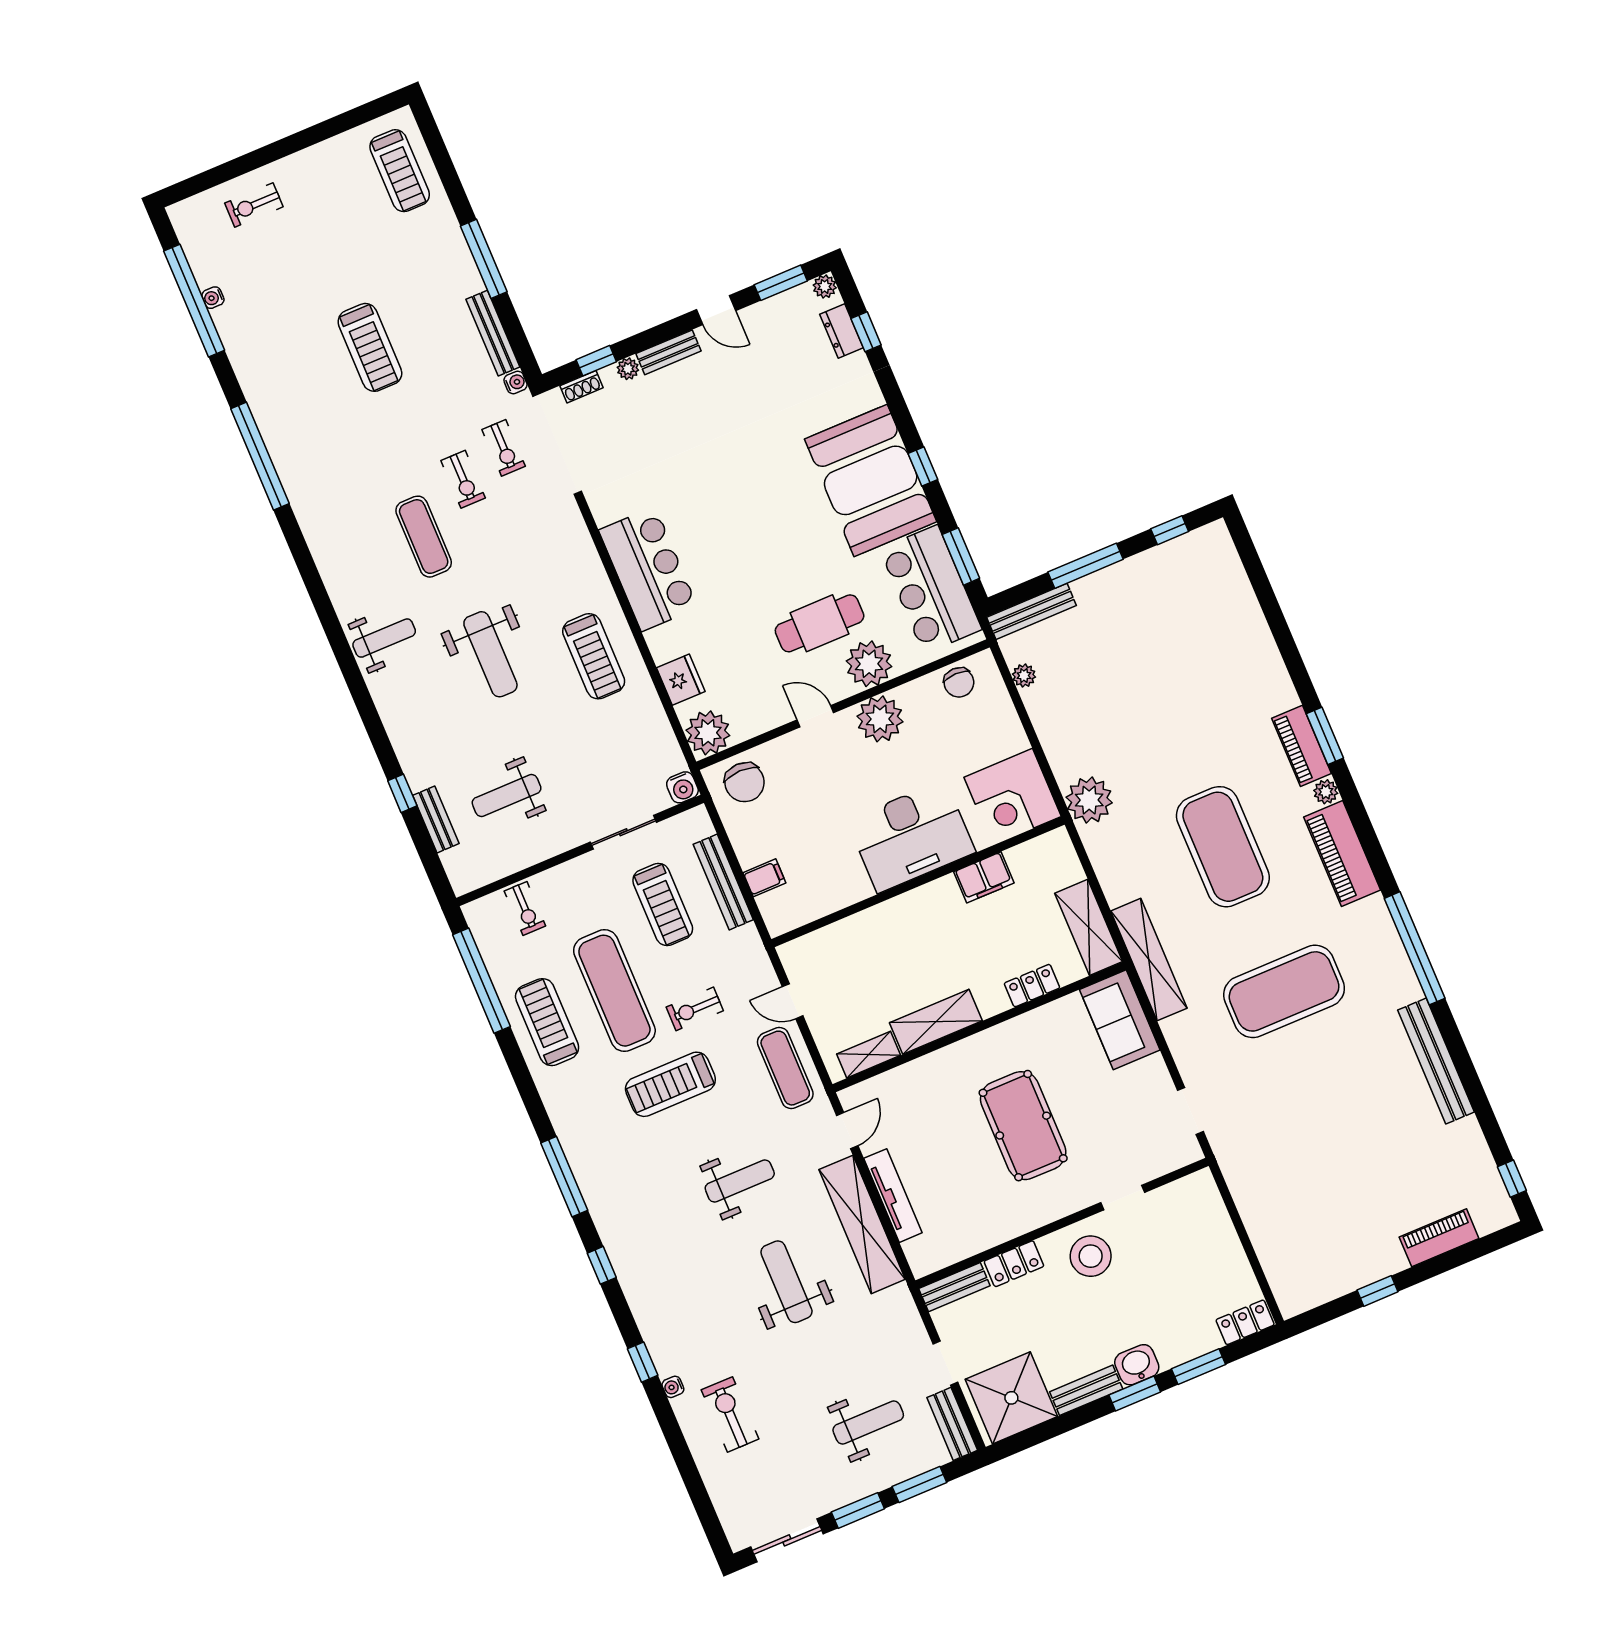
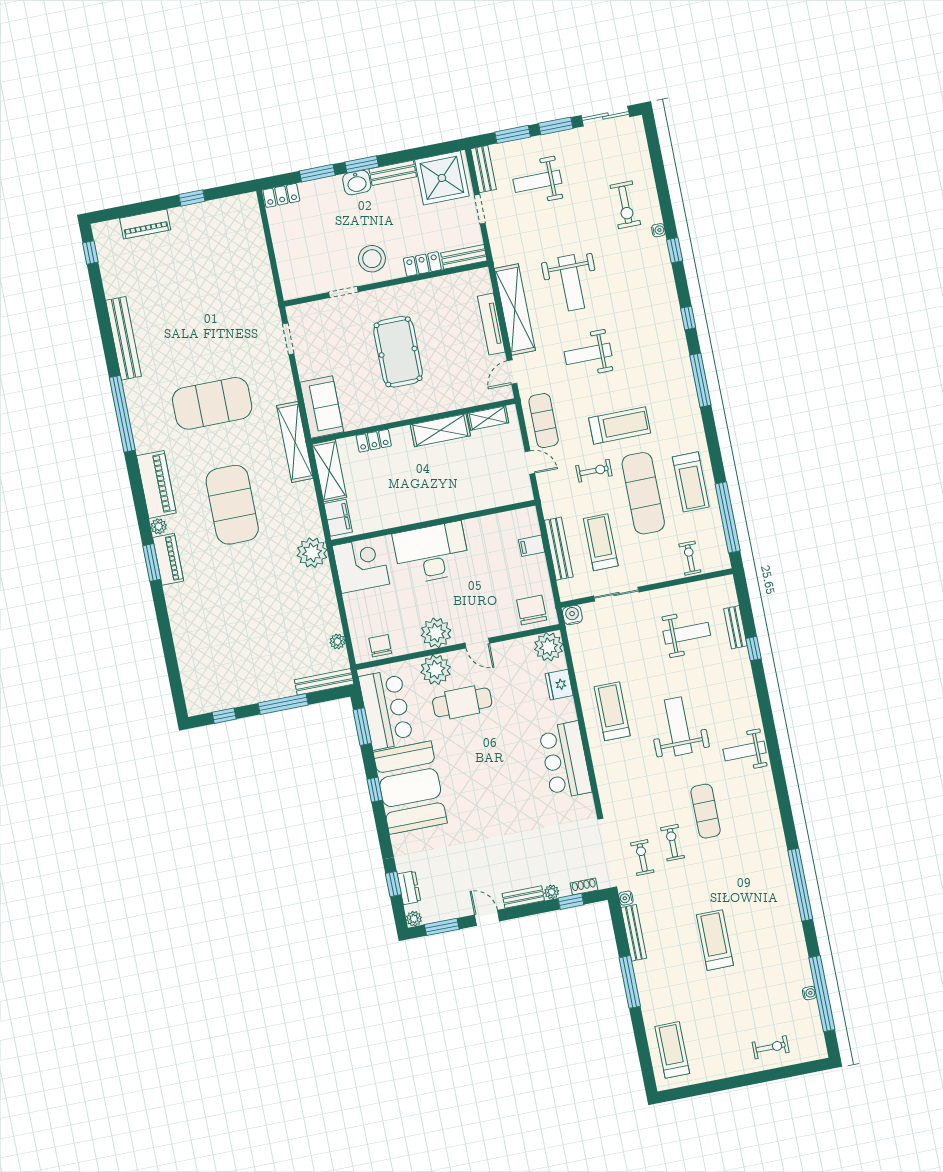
filing cabinet: (984, 877) -> (338, 518), moved, turned 90

